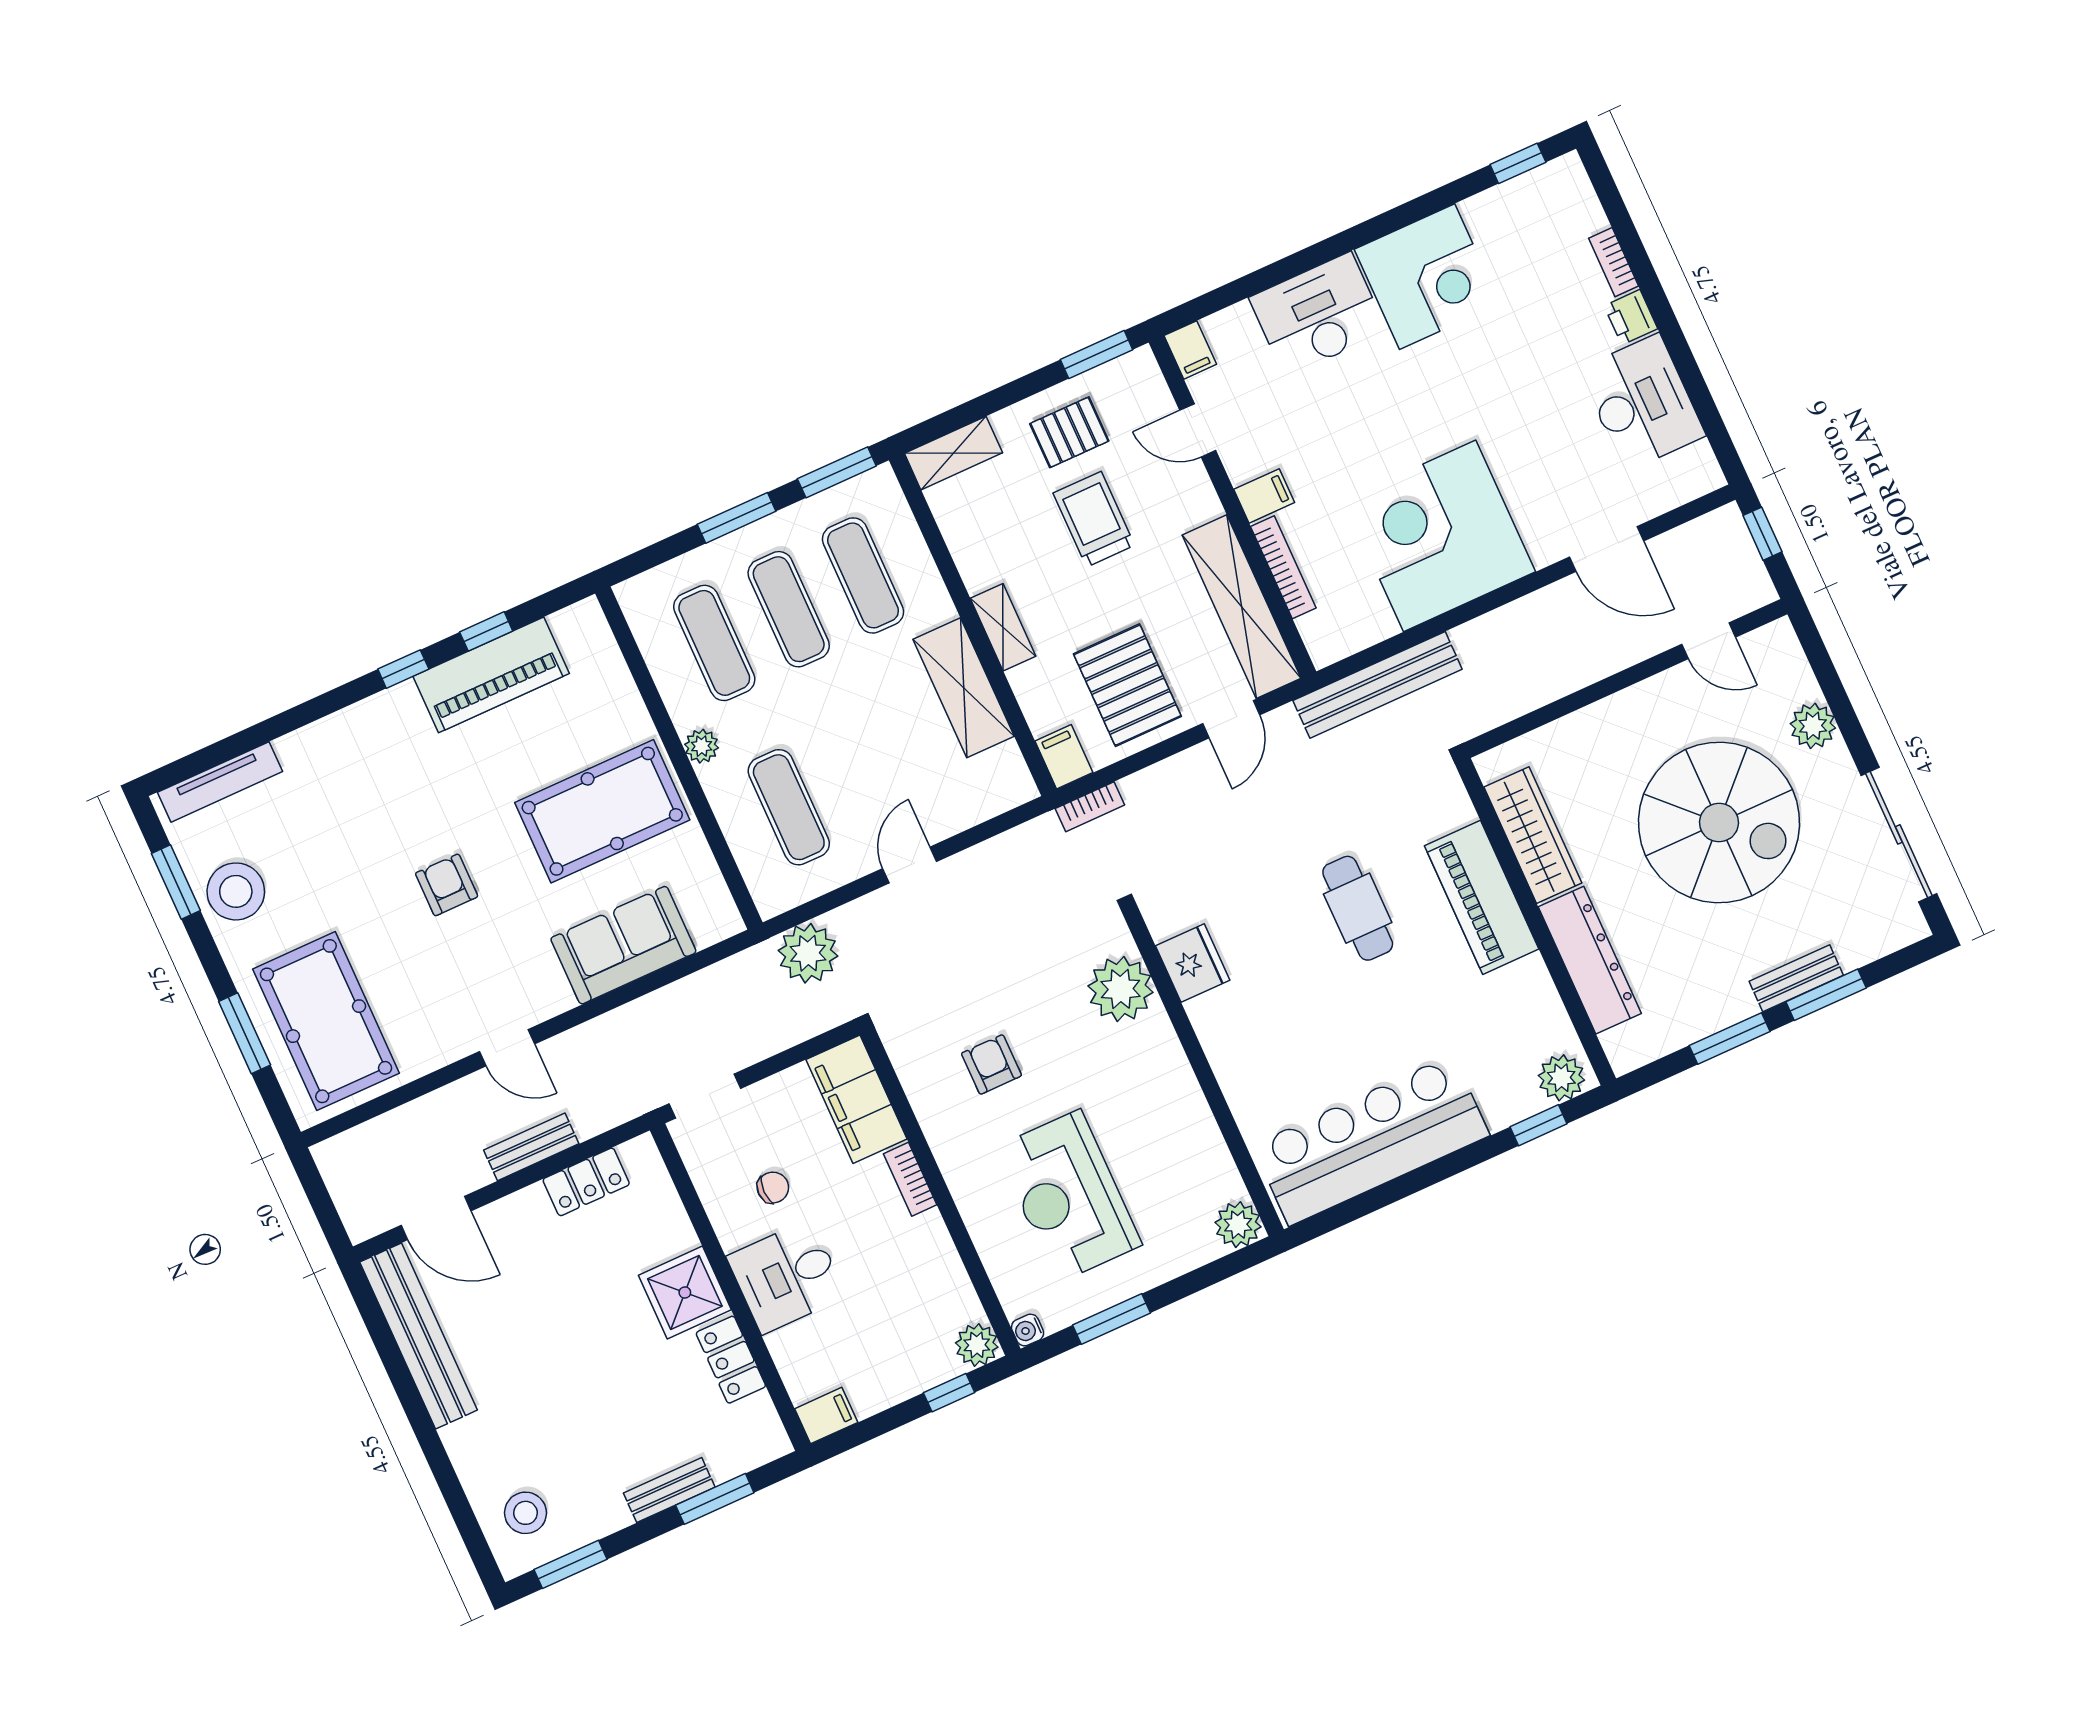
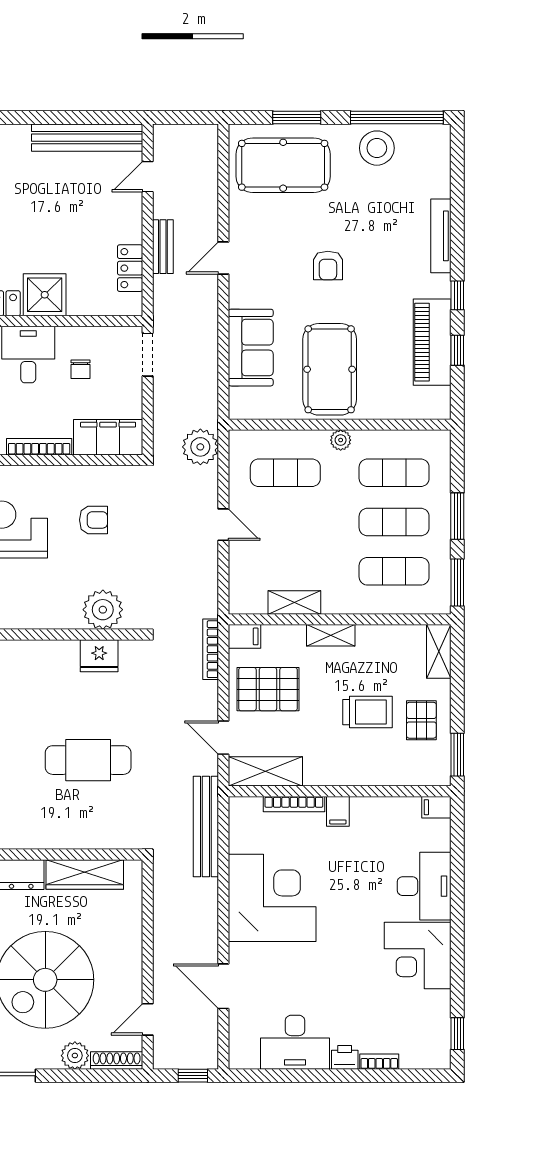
door: (1198, 430) -> (390, 791), removed
door: (1606, 549) -> (223, 986), hinge flipped
shelving: (1242, 607) -> (265, 771), width x0.68
shoe rack: (1792, 659) -> (117, 1061), added
shelving: (964, 688) -> (294, 602), width x0.67, depth x0.75
tv unit: (220, 782) -> (441, 236), moved
bookcase: (1090, 807) -> (211, 649), width x1.56
window: (176, 882) -> (397, 118), width x2.11
armchair: (447, 885) -> (328, 265), turned 90
piano: (1482, 897) -> (63, 831), removed
cafe table: (1358, 908) -> (88, 760), width x1.37, depth x1.35
bookcase: (910, 1179) -> (39, 447), width x1.56
door: (436, 1218) -> (148, 177), width x0.73

